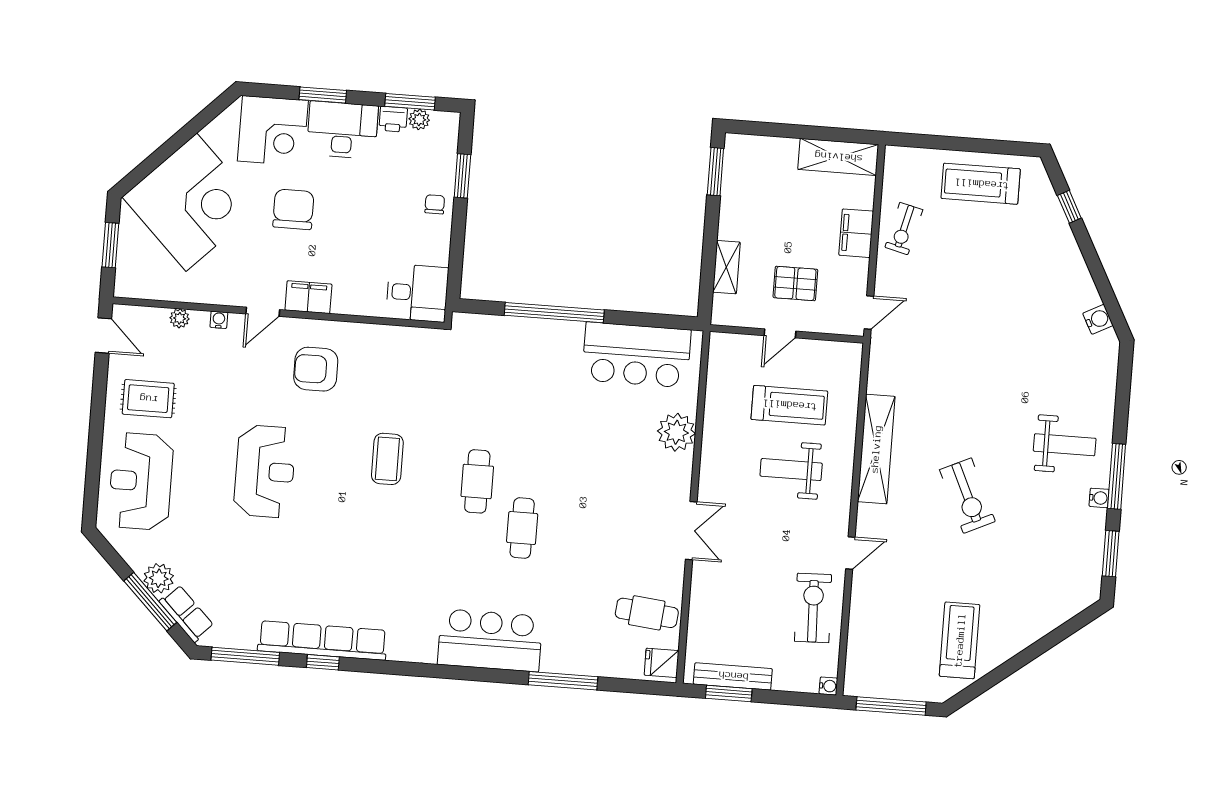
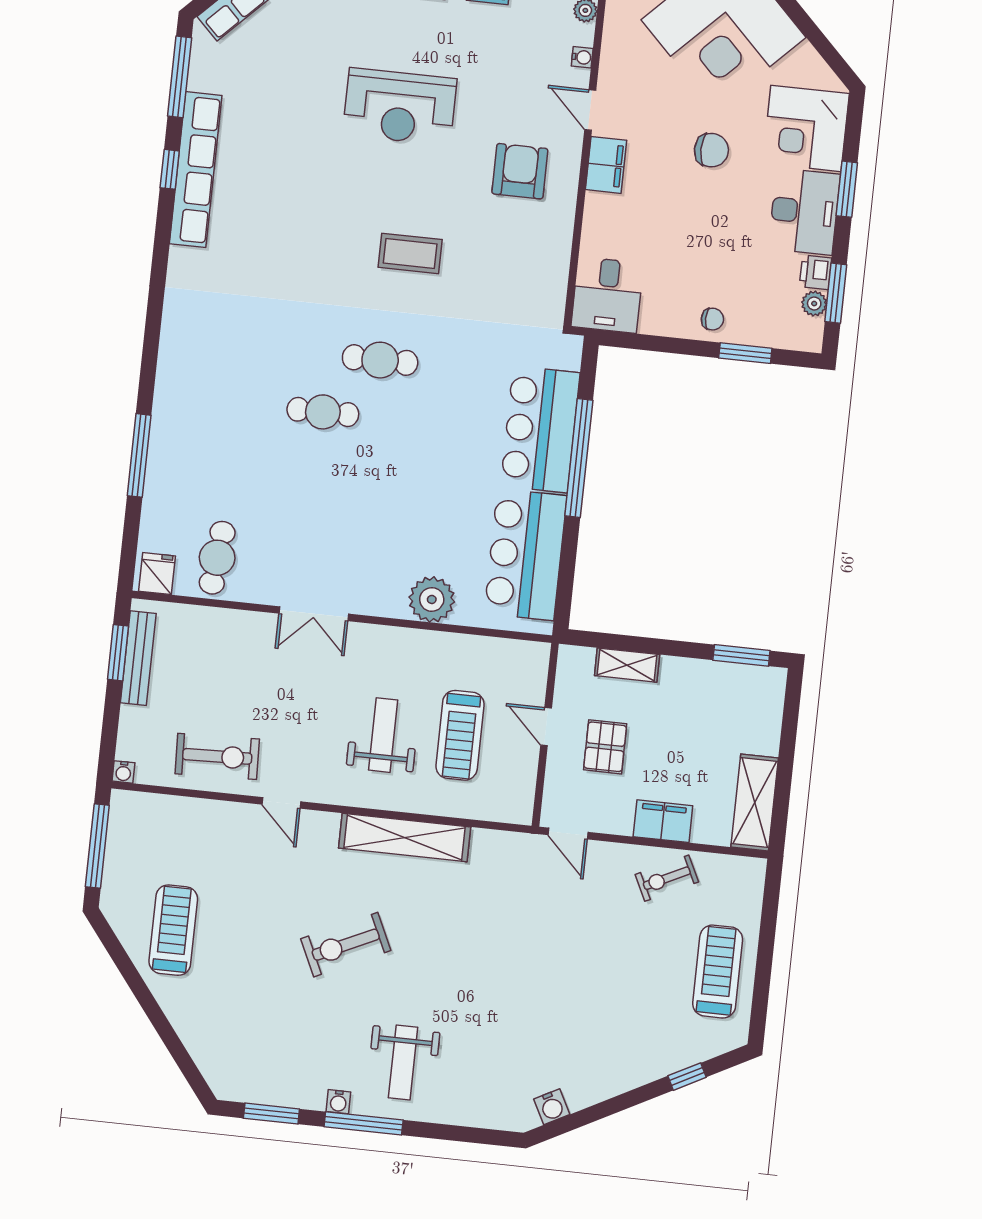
chair: (293, 209) -> (711, 150), width x0.73, depth x0.73
exercise bike: (904, 229) -> (667, 878), turned -40
bar counter: (490, 640) -> (540, 429), moved, turned 180
treadmill: (960, 640) -> (173, 930), turned -90

